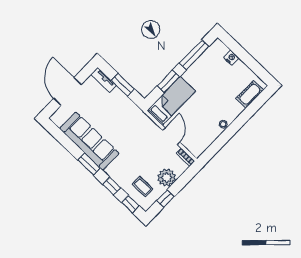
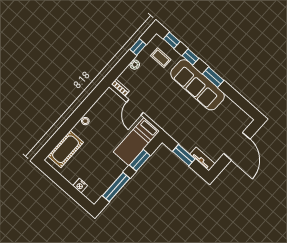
cot: (250, 94) -> (66, 149), width x1.37, depth x1.34
sofa: (89, 141) -> (198, 85), moved
plant: (167, 178) -> (135, 65), width x0.53, depth x0.53

